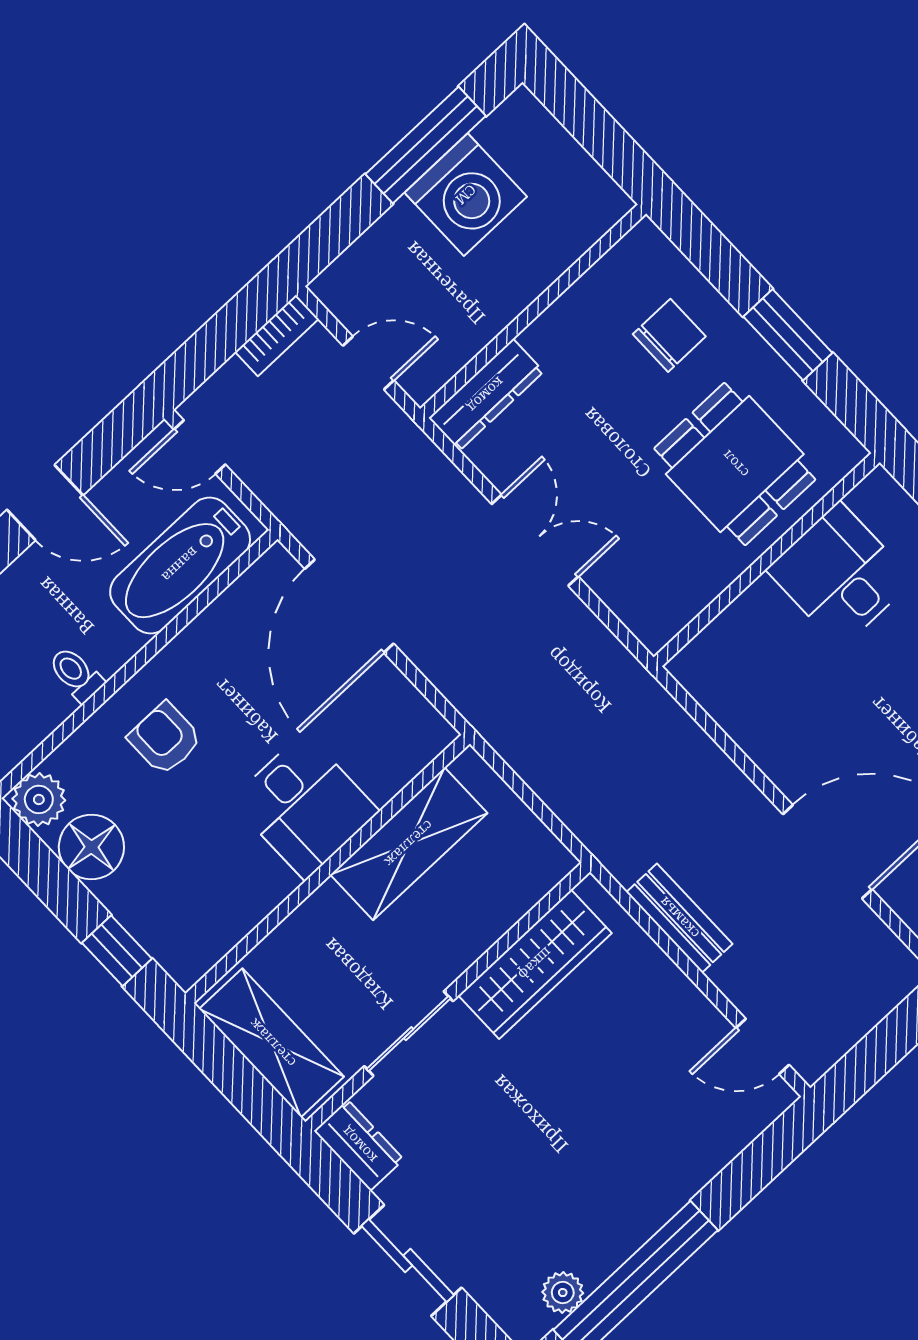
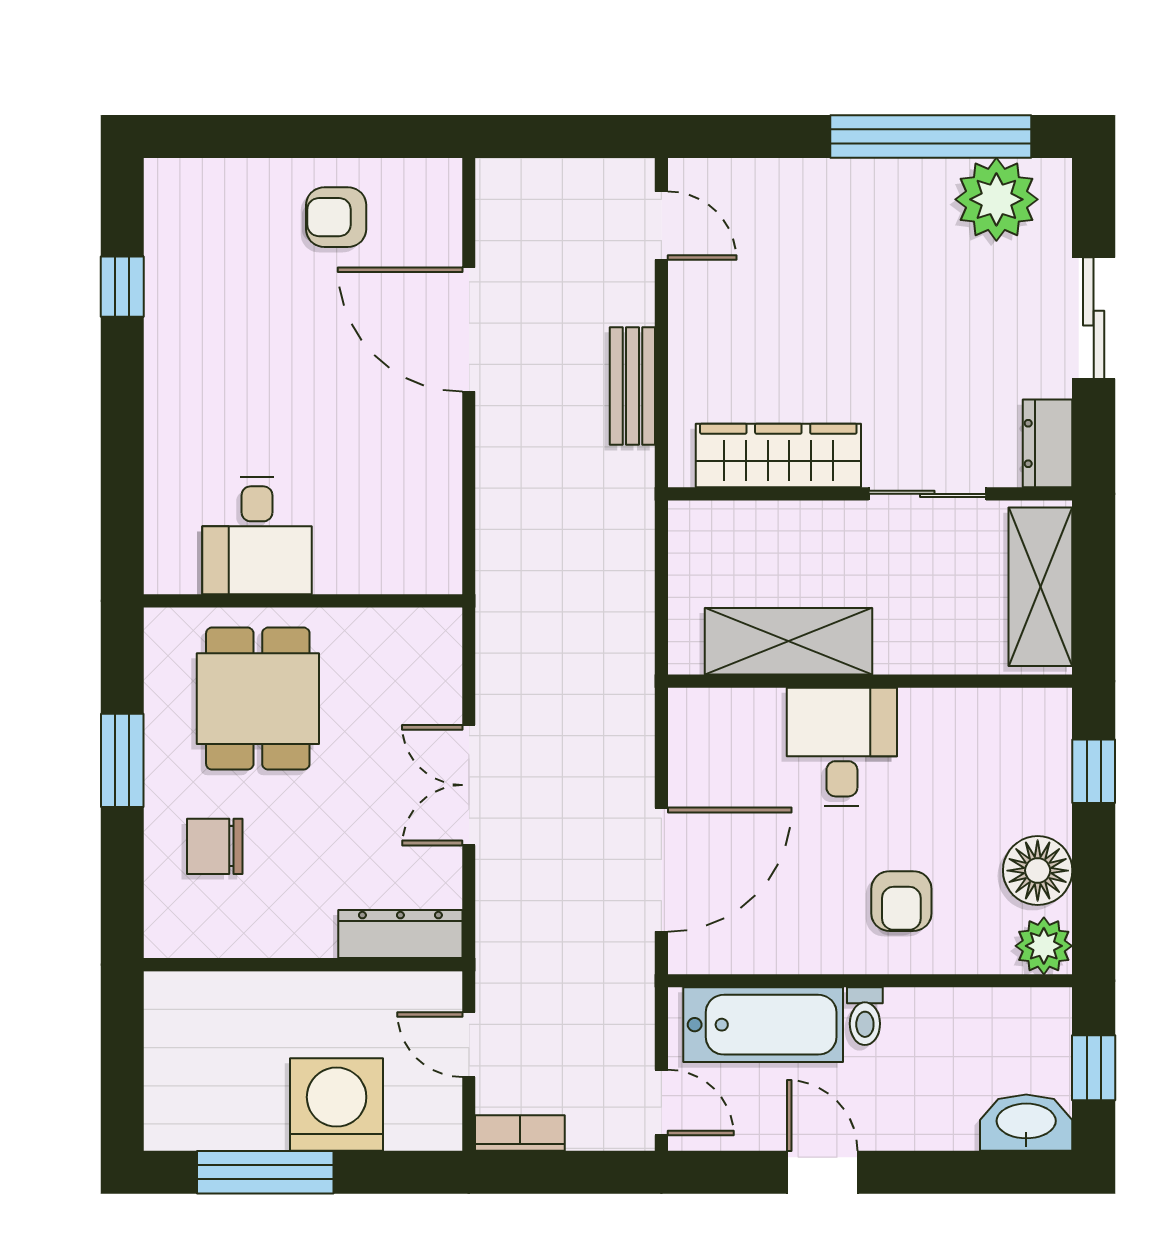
washing machine: (466, 195) -> (337, 1104), moved
toilet: (76, 674) -> (865, 1016), moved
plant: (563, 1293) -> (996, 199), width x1.88, depth x1.88

